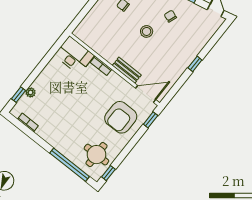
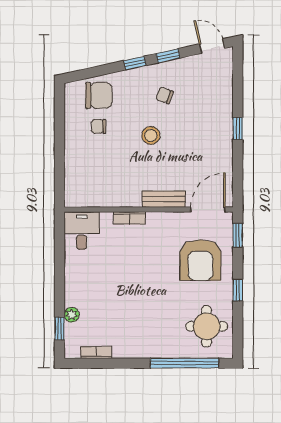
desk: (74, 55) -> (82, 231), width x0.73
window: (108, 173) -> (238, 290), moved

